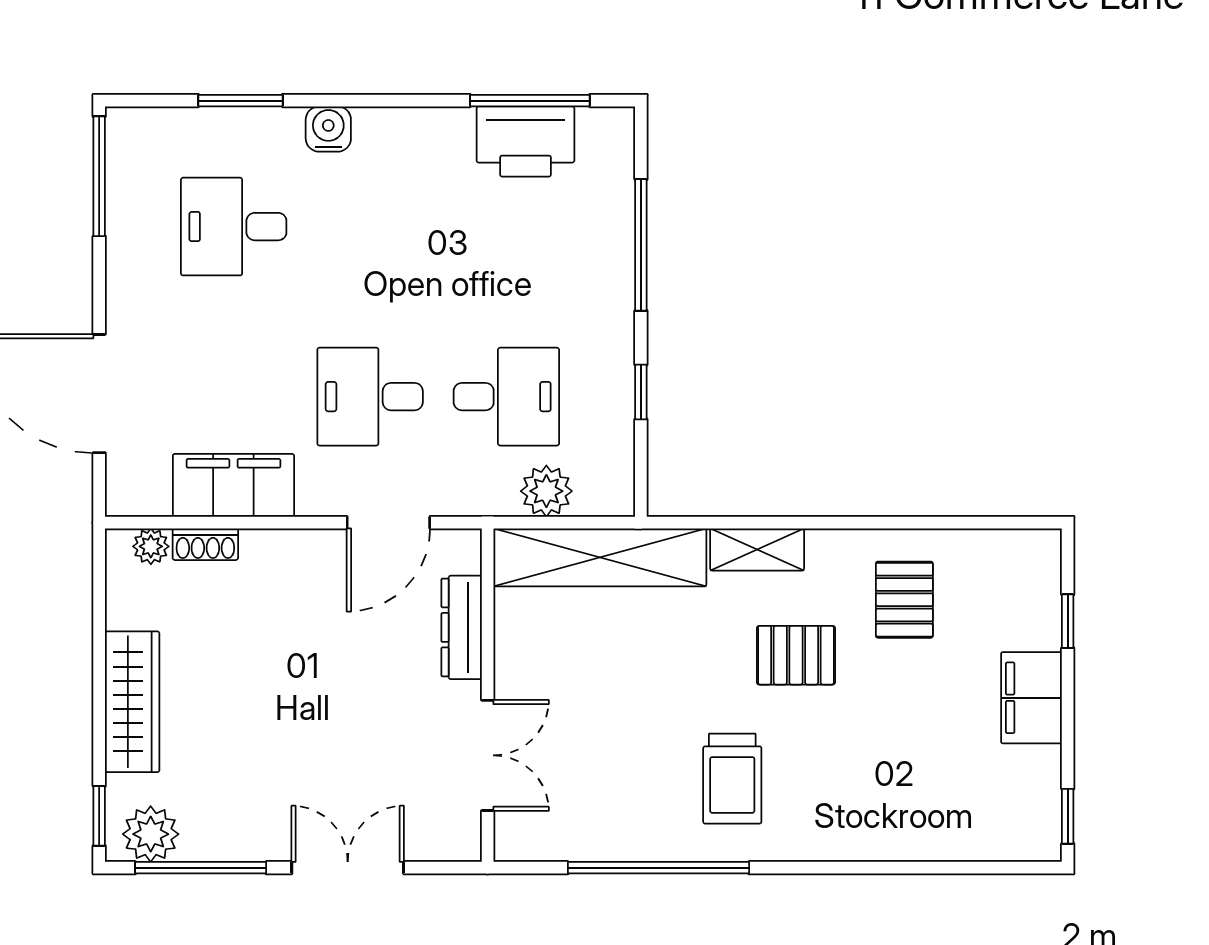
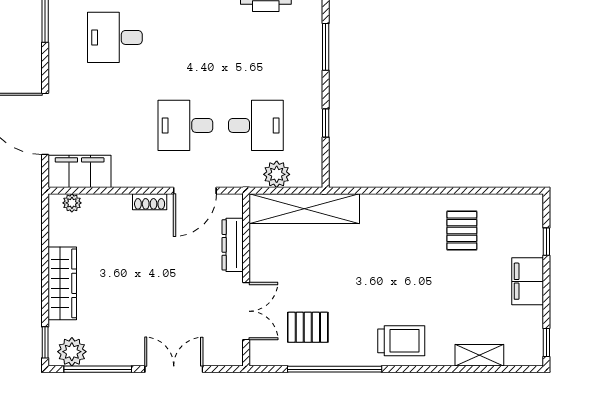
window: (641, 245) -> (326, 47), width x0.69
filing cabinet: (233, 485) -> (80, 171), moved
shoe rack: (205, 544) -> (150, 202), moved
shelving: (757, 549) -> (479, 355), moved
pallet: (796, 655) -> (308, 327), moved
trolley: (732, 779) -> (401, 341), moved, turned -90

